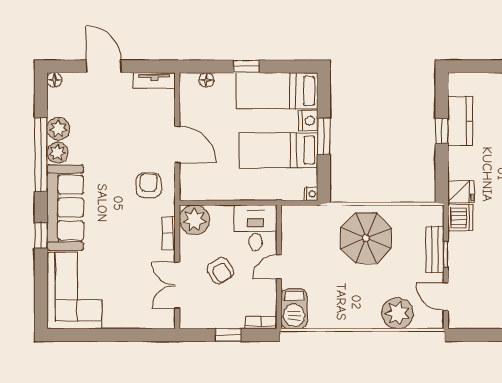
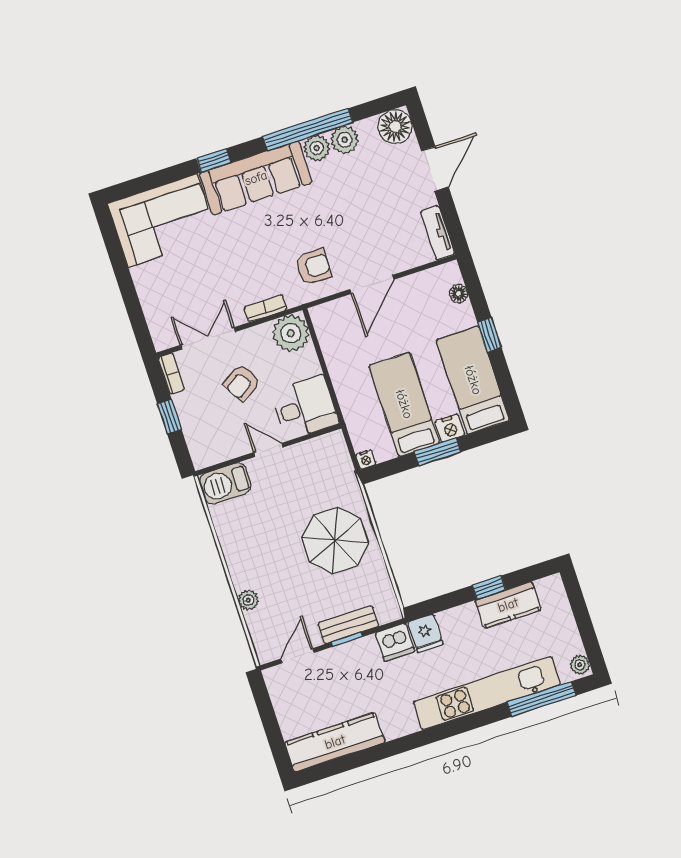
floor lamp: (54, 80) -> (395, 127), width x1.89, depth x1.89
plant: (397, 313) -> (248, 600), width x0.53, depth x0.53
bookcase: (261, 323) -> (171, 373), moved

